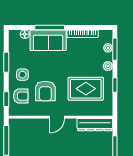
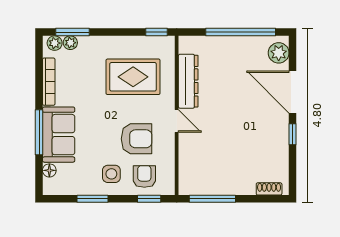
plant: (108, 66) -> (55, 43), moved
window: (115, 85) -> (157, 32), moved
rug: (86, 89) -> (133, 77), turned 90
dresser: (95, 125) -> (188, 81), moved

